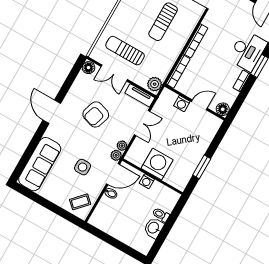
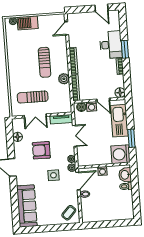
floor lamp: (89, 68) -> (18, 137), moved
plant: (155, 84) -> (64, 79), moved
boiler: (170, 97) -> (81, 107), added
door: (199, 105) -> (103, 100), swing flipped
armchair: (96, 114) -> (41, 150), turned 72
kitchen sink: (202, 139) -> (119, 121), added
washing machine: (157, 164) -> (120, 154), moved, turned -90
side table: (83, 167) -> (53, 175), moved
washbasin: (154, 228) -> (125, 175), moved

